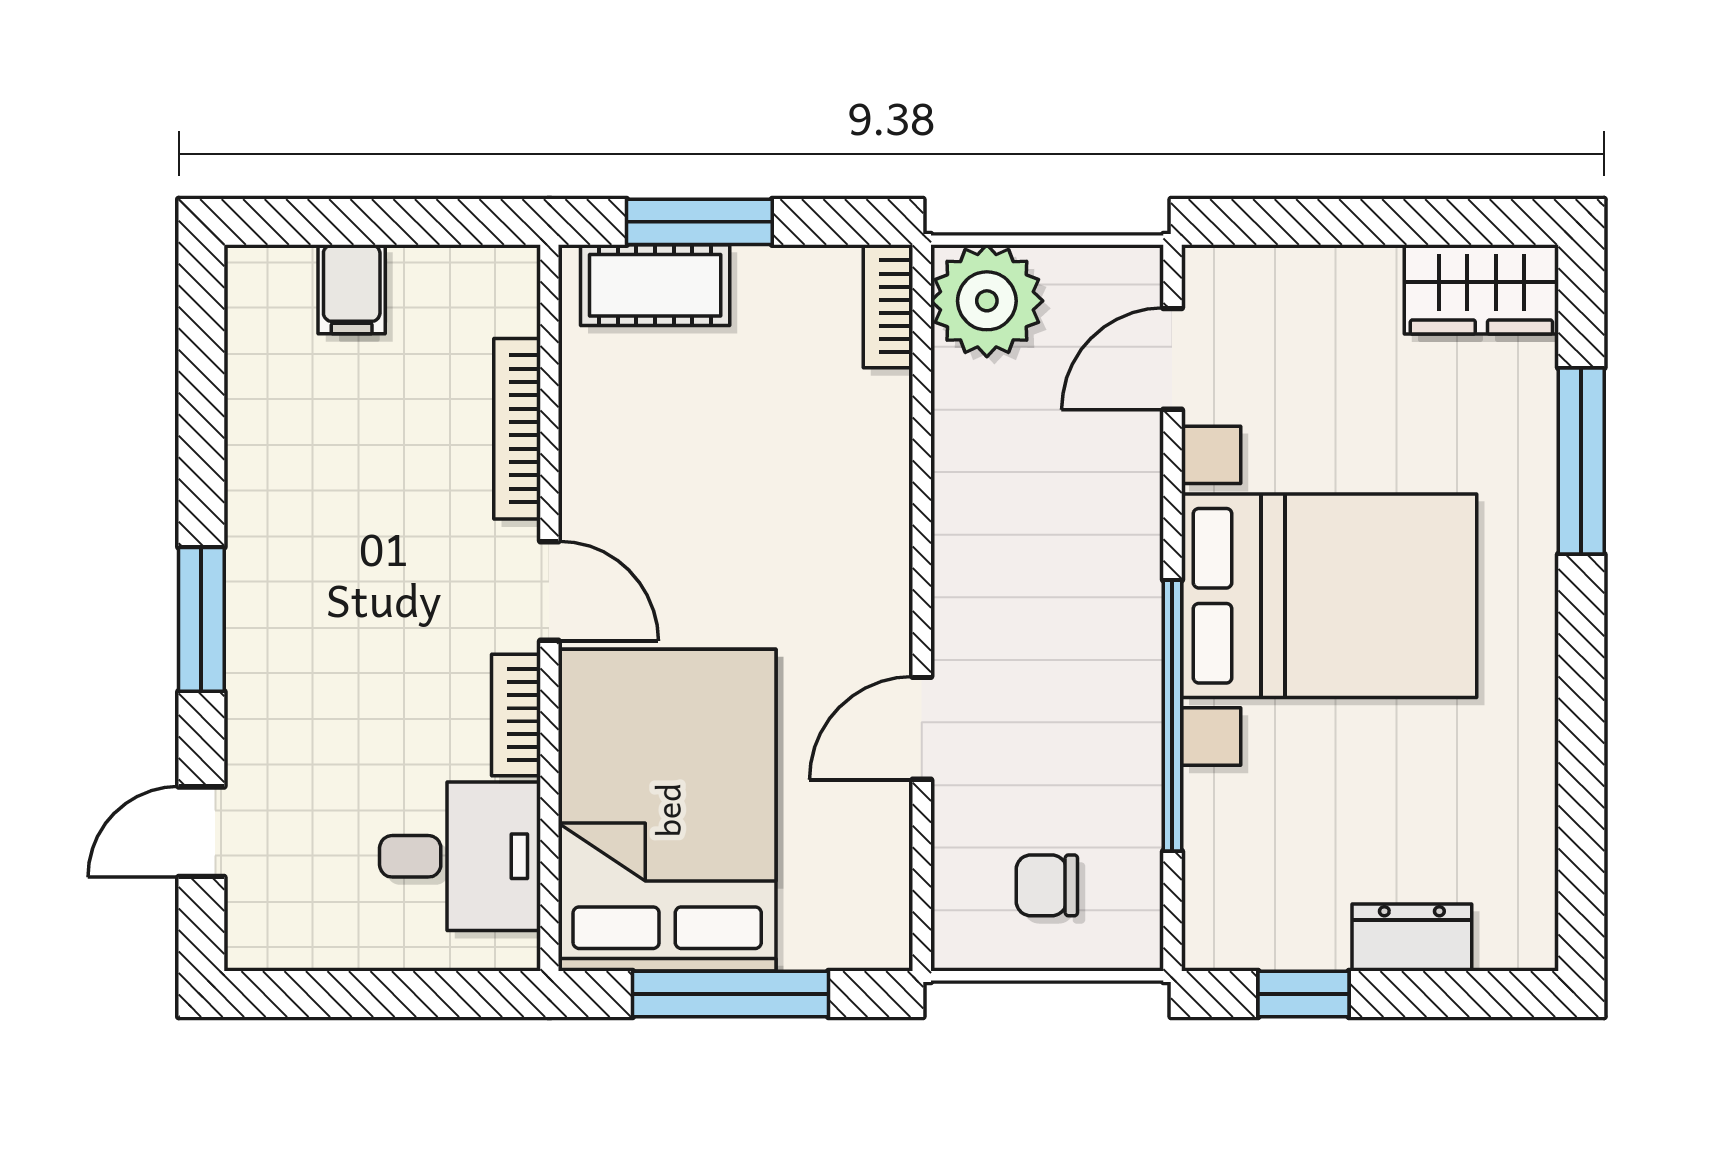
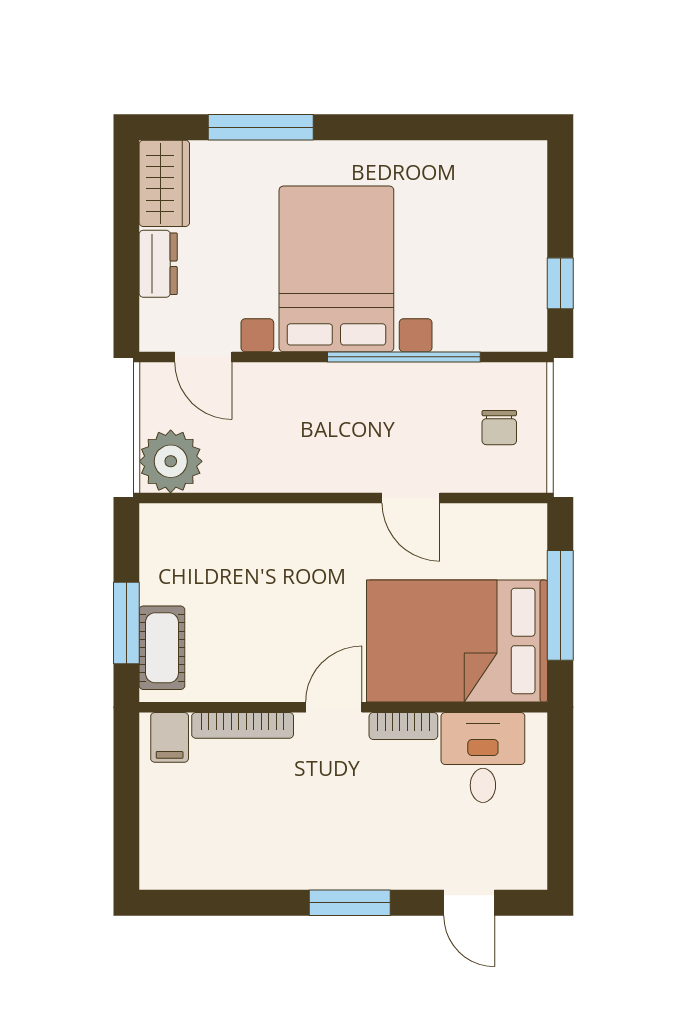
filing cabinet: (352, 289) -> (170, 737), moved, turned 90
bookcase: (888, 306) -> (174, 517), removed
dresser: (1412, 938) -> (158, 264), moved, turned 180

